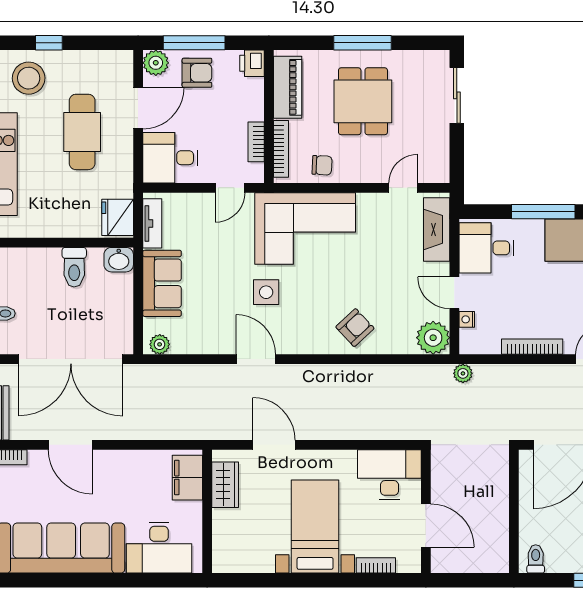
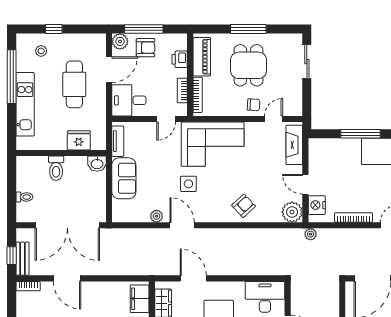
printer: (252, 63) -> (180, 59), moved
stool: (29, 78) -> (41, 51), width x0.53, depth x0.53
chair: (322, 165) -> (254, 105), moved
fridge: (118, 217) -> (79, 140), moved, turned 90
desk: (486, 248) -> (325, 156), removed
toilet: (74, 267) -> (56, 168), moved
nightstand: (467, 319) -> (317, 205), width x1.89, depth x1.79
plant: (160, 344) -> (156, 216), moved

